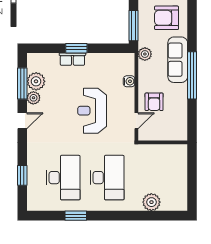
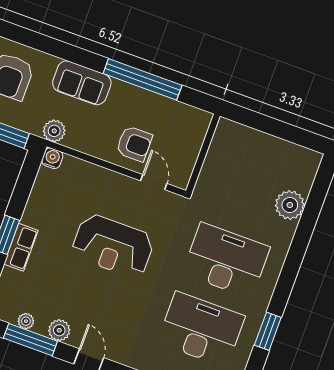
sofa: (178, 60) -> (82, 83), width x0.73
window: (192, 75) -> (143, 79), moved
plant: (36, 81) -> (26, 321), width x0.53, depth x0.53
water cooler: (129, 81) -> (52, 158), moved

